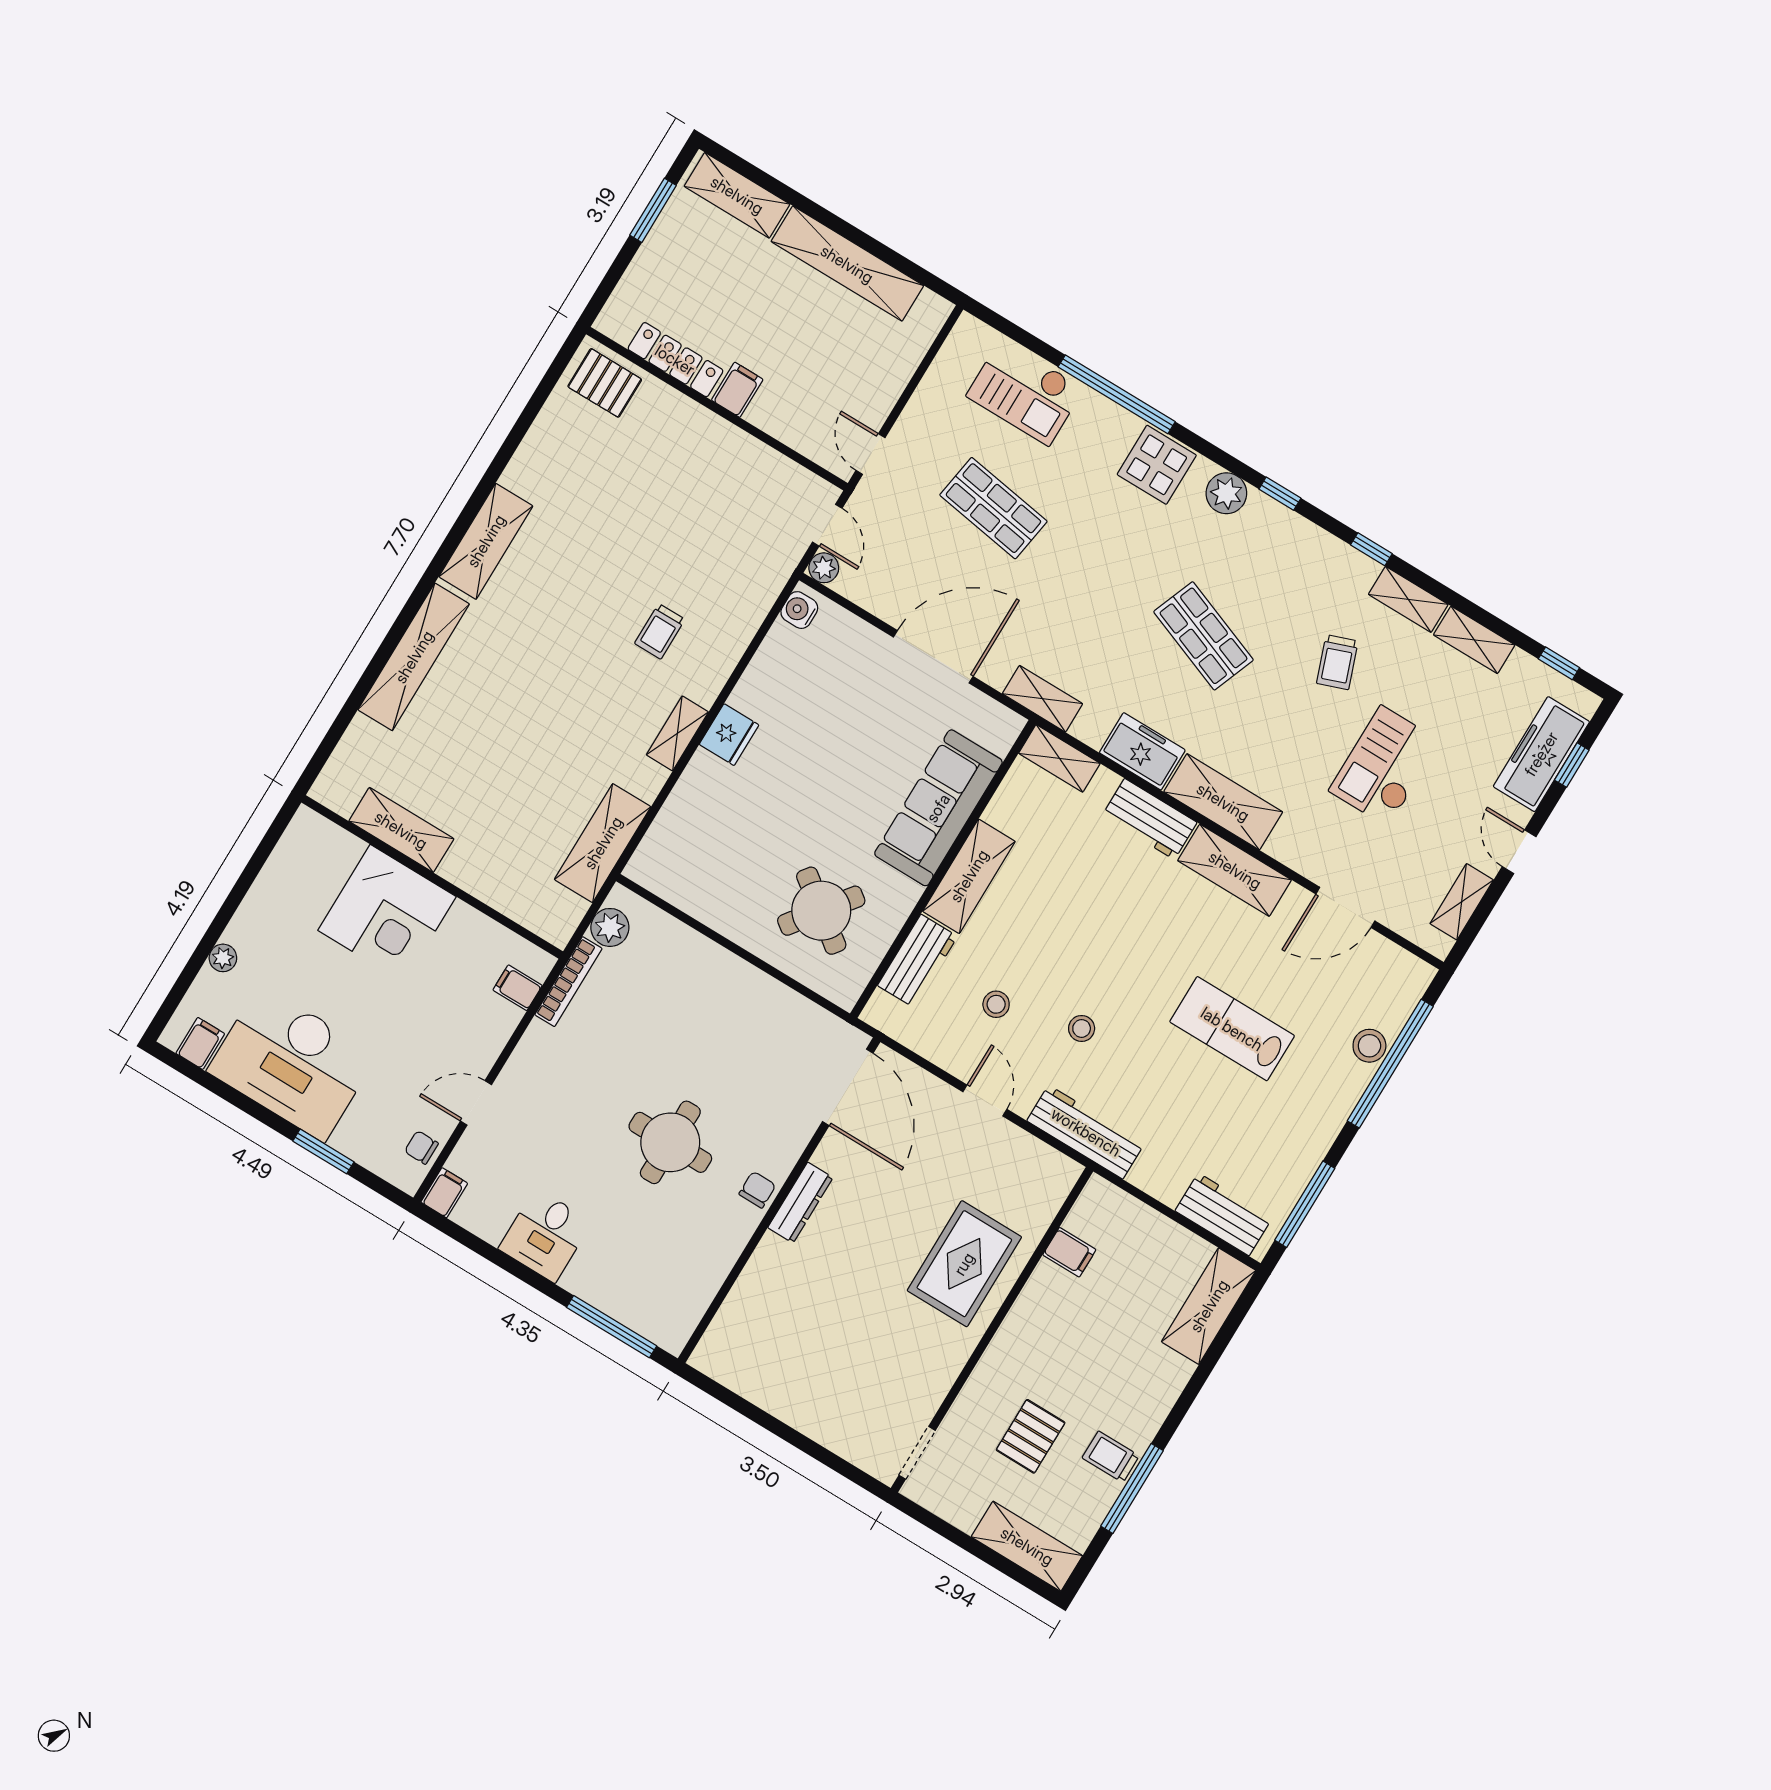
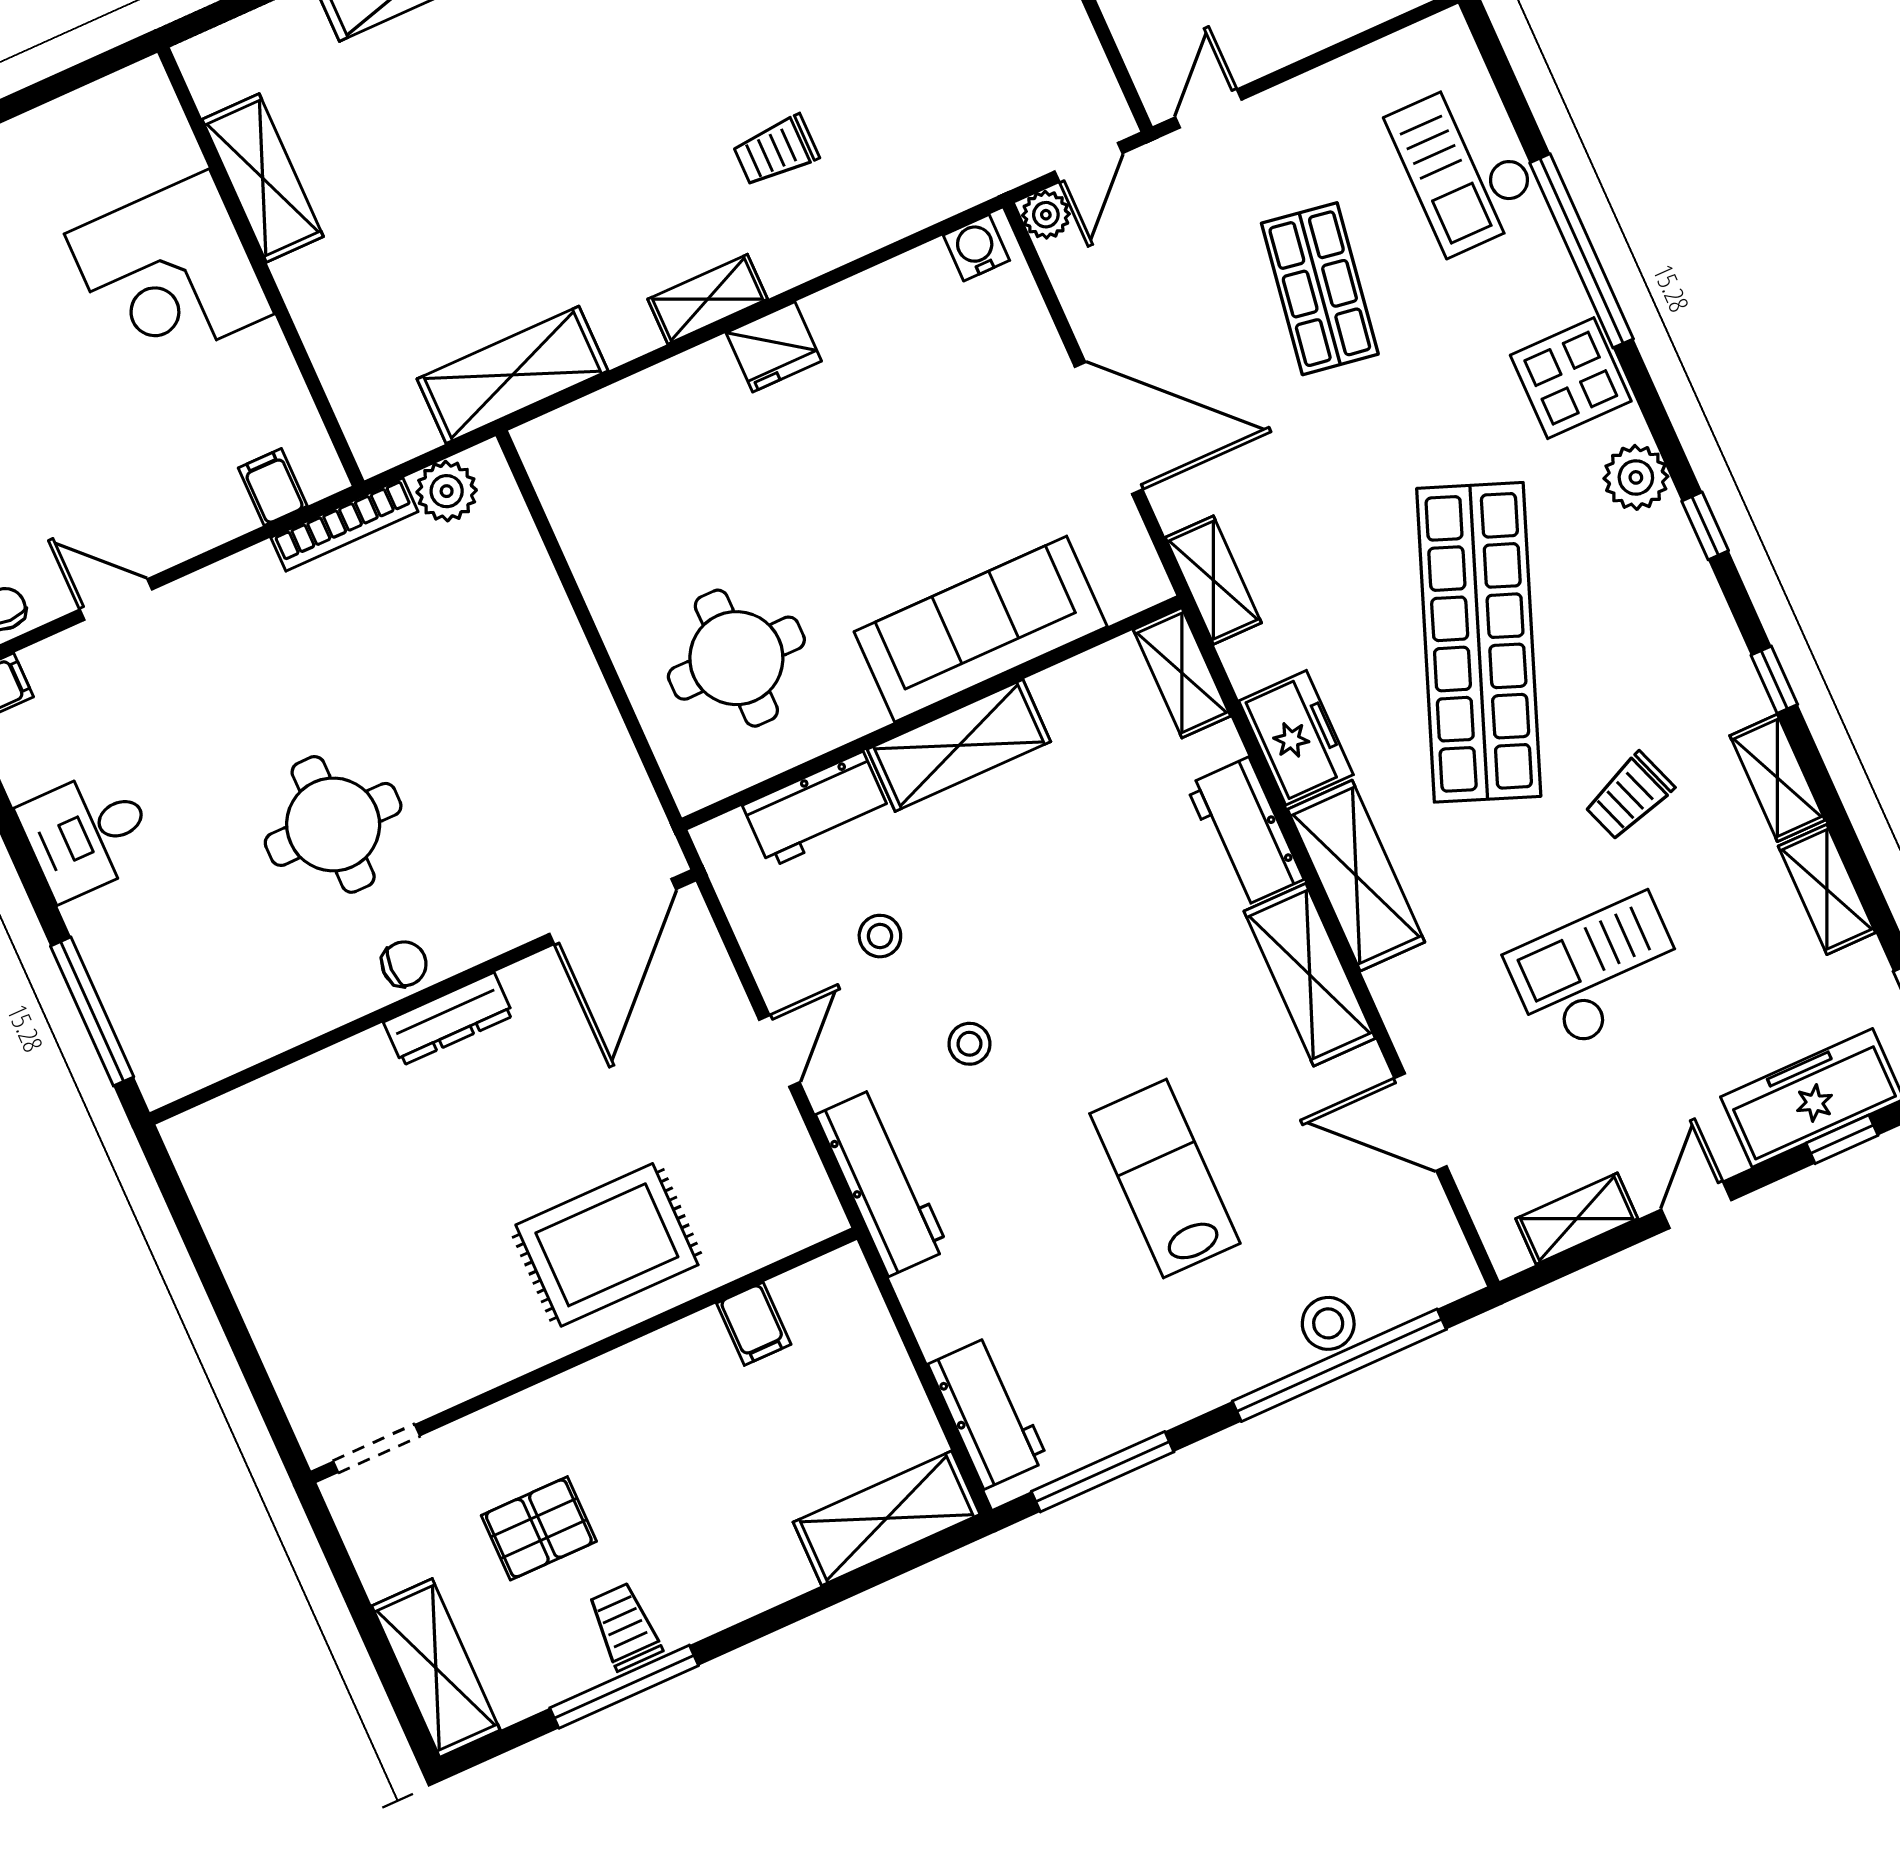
shop shelf: (1204, 636) -> (1479, 642), width x2.00, depth x1.36
round table: (821, 911) -> (736, 658), turned -37

